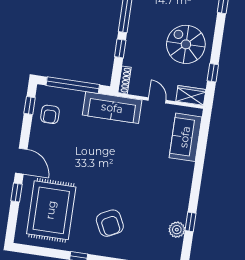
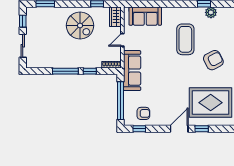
spiral stairs: (186, 44) -> (80, 25), turned -90
coffee table: (145, 188) -> (185, 39), added

